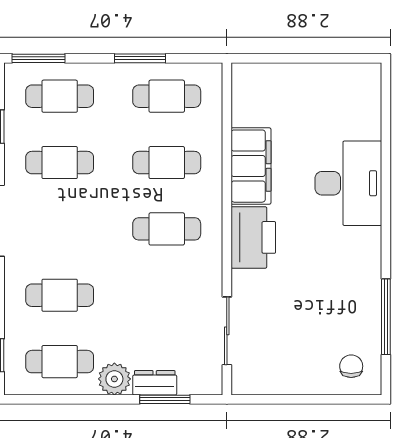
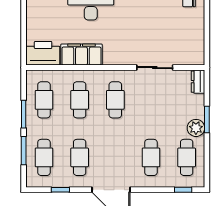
window: (38, 58) -> (24, 151), moved
printer: (253, 237) -> (43, 53), moved
sliding door: (227, 331) -> (155, 68), moved
dresser: (155, 383) -> (198, 82), moved
window: (165, 399) -> (207, 119), moved

